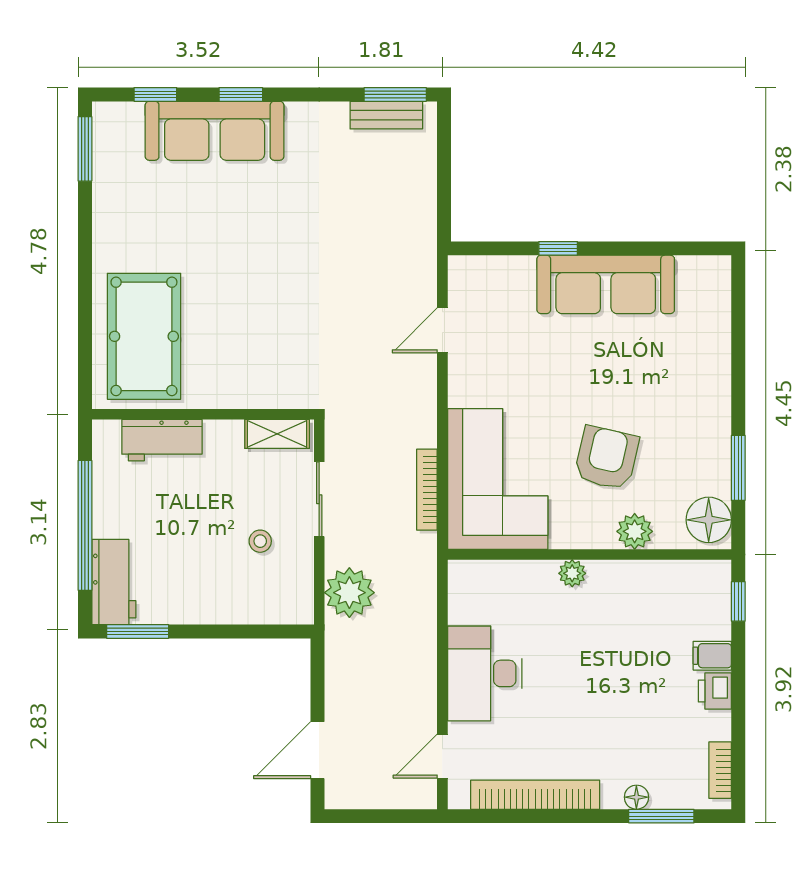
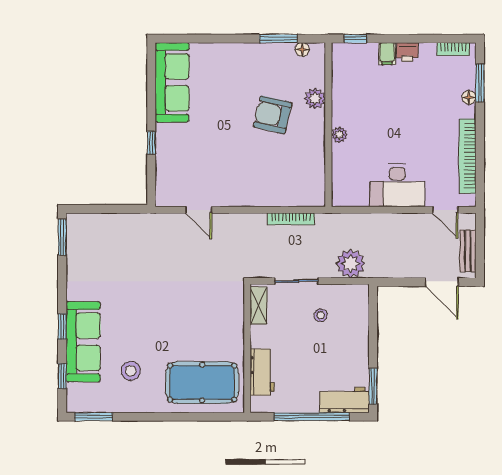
bench: (386, 115) -> (468, 251), moved
stool: (164, 213) -> (131, 371), added
sofa: (606, 284) -> (172, 82), moved
corner sofa: (498, 479) -> (285, 178), removed
floor lamp: (709, 520) -> (302, 49), width x0.53, depth x0.53

